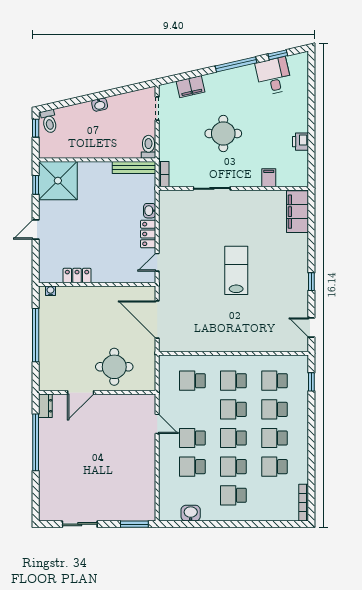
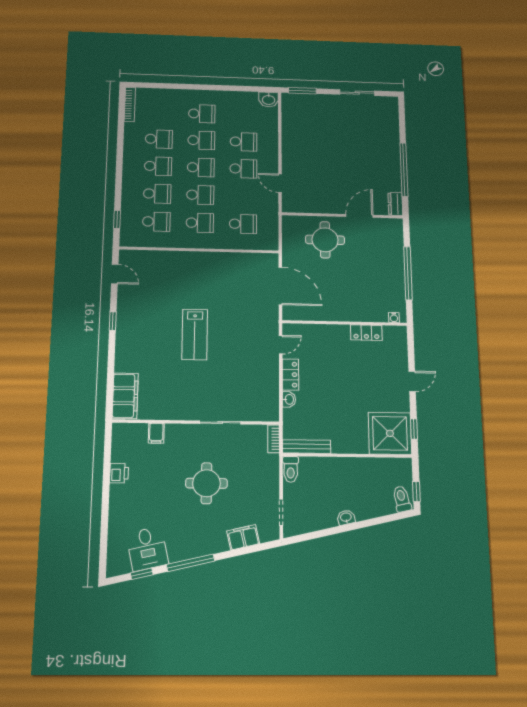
washbasin: (191, 513) -> (269, 100), moved

